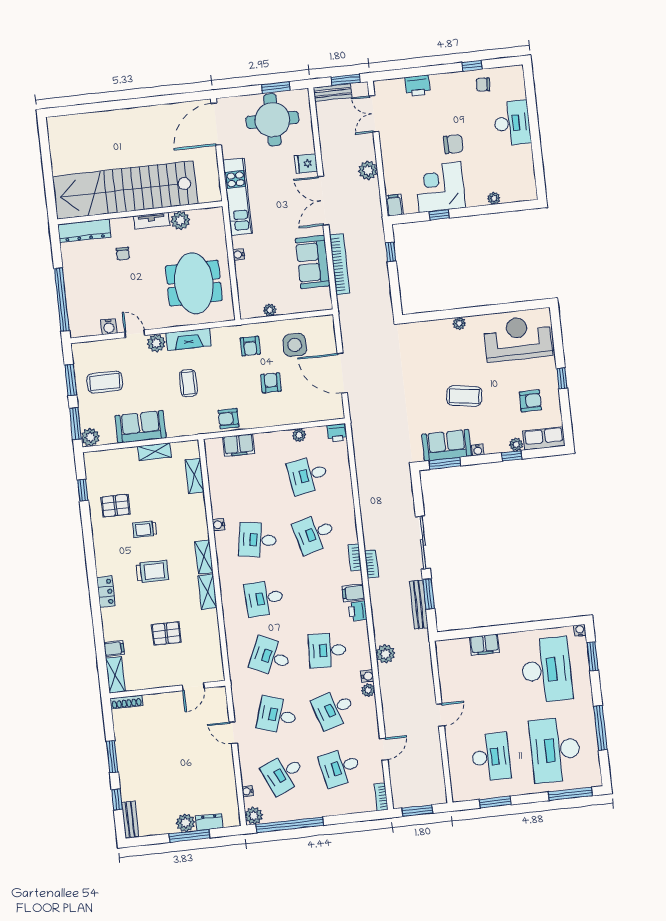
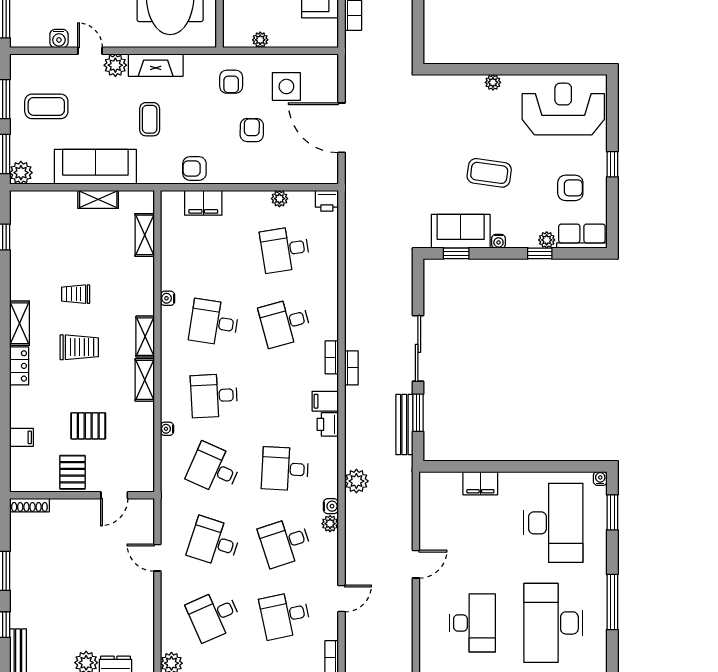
sofa: (141, 427) -> (95, 167), width x1.36
window: (445, 463) -> (456, 253), width x0.67
pallet: (115, 506) -> (72, 472), moved, turned 90
shelving: (115, 675) -> (19, 323), moved
water cooler: (247, 791) -> (167, 429), moved

